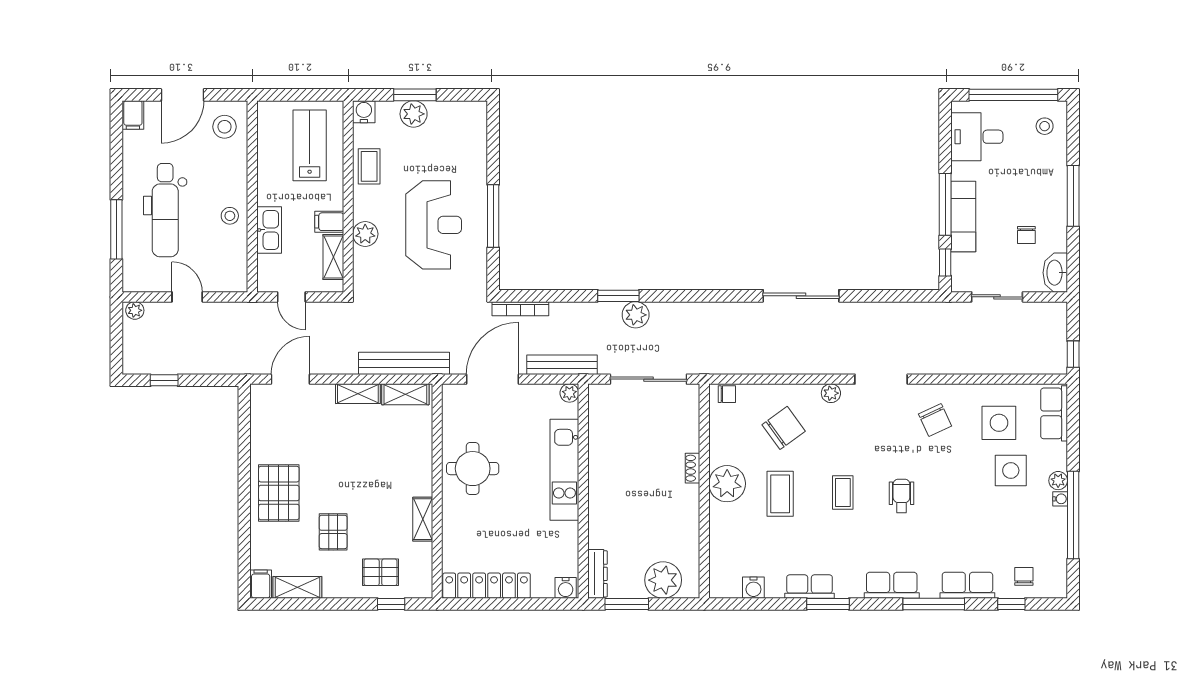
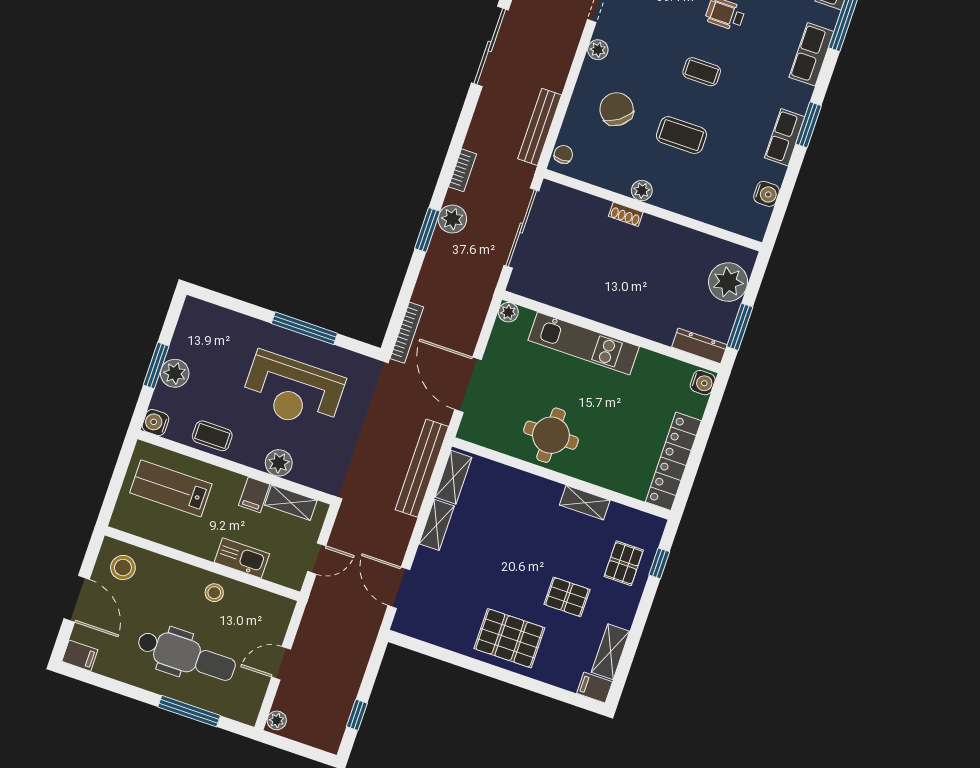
reception desk: (434, 225) -> (293, 391), turned 180
bookcase: (682, 309) -> (463, 170), added
bench: (562, 365) -> (540, 127), moved
plant: (727, 484) -> (642, 191), width x0.53, depth x0.53

